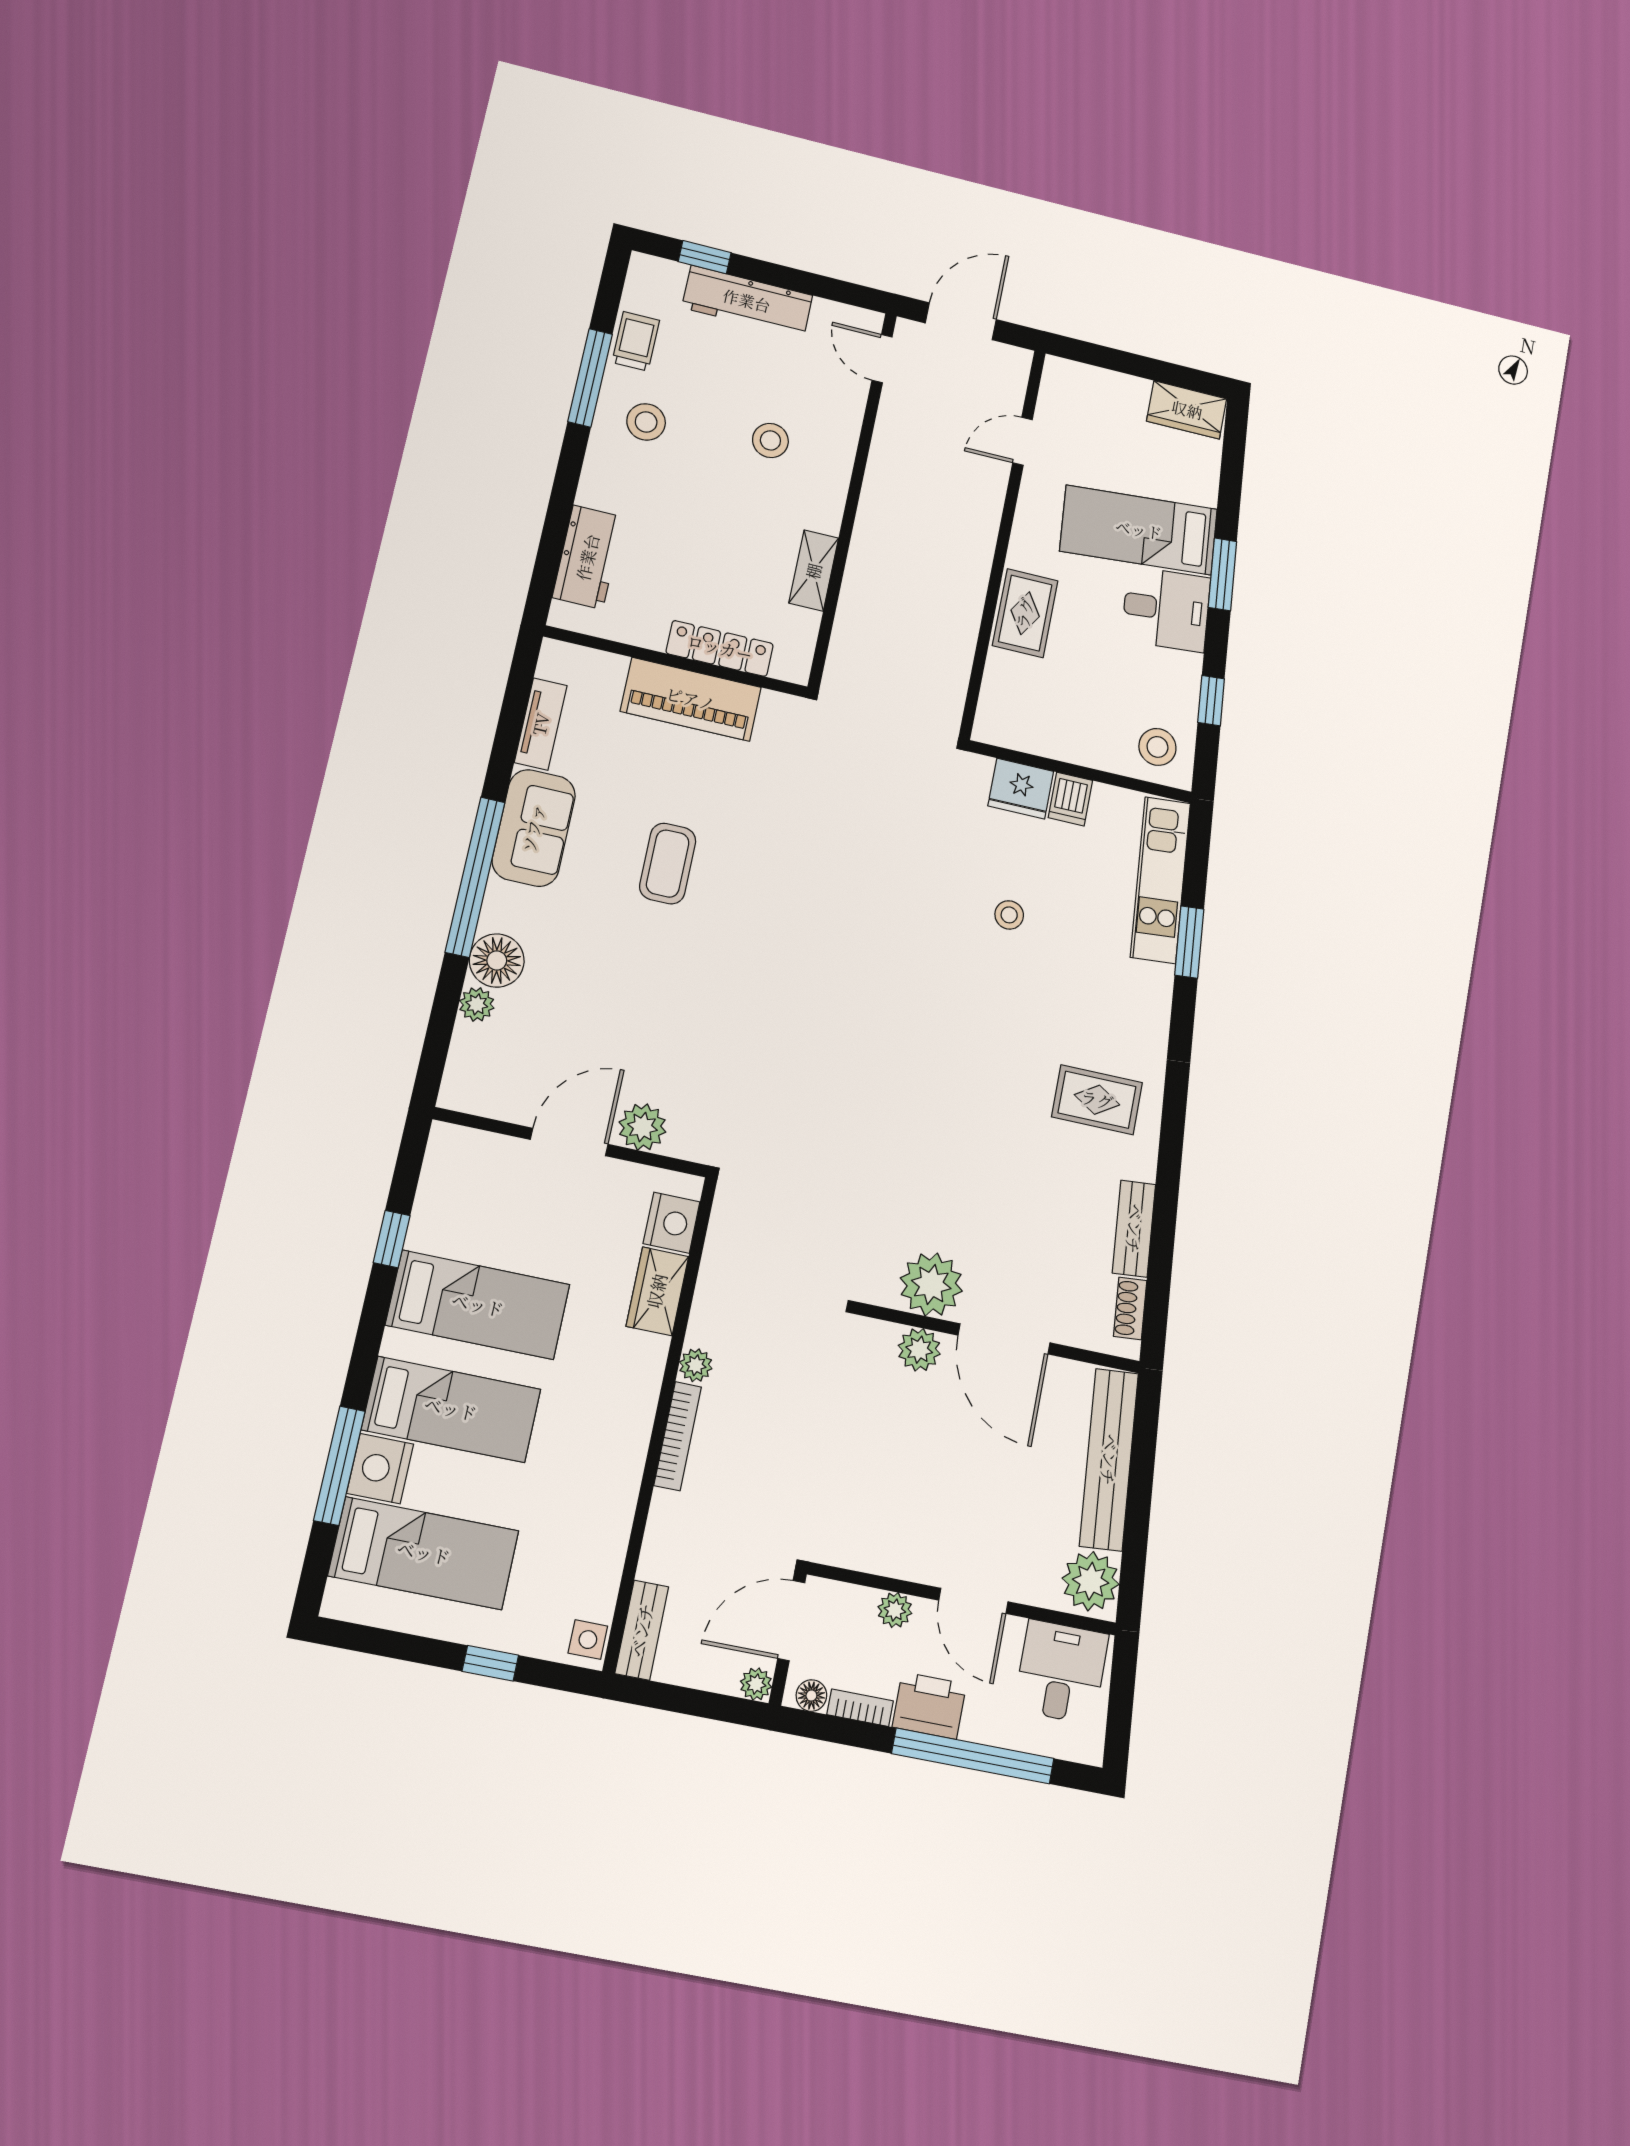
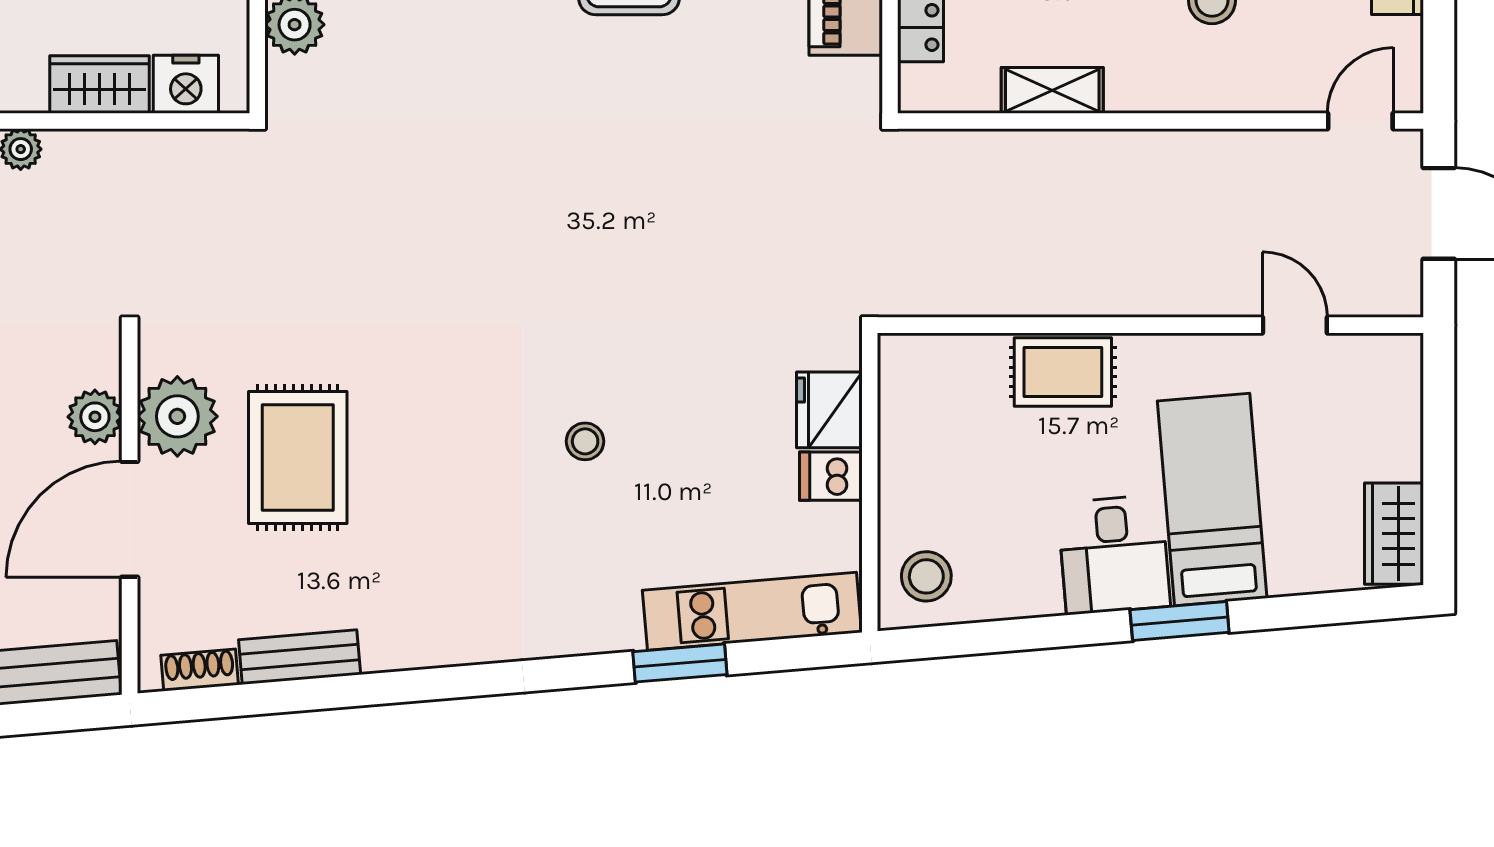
window: (1211, 701) -> (1005, 636), removed
stool: (1009, 915) -> (585, 441), moved
rug: (1097, 1100) -> (298, 458), moved, width x1.36, depth x1.43

